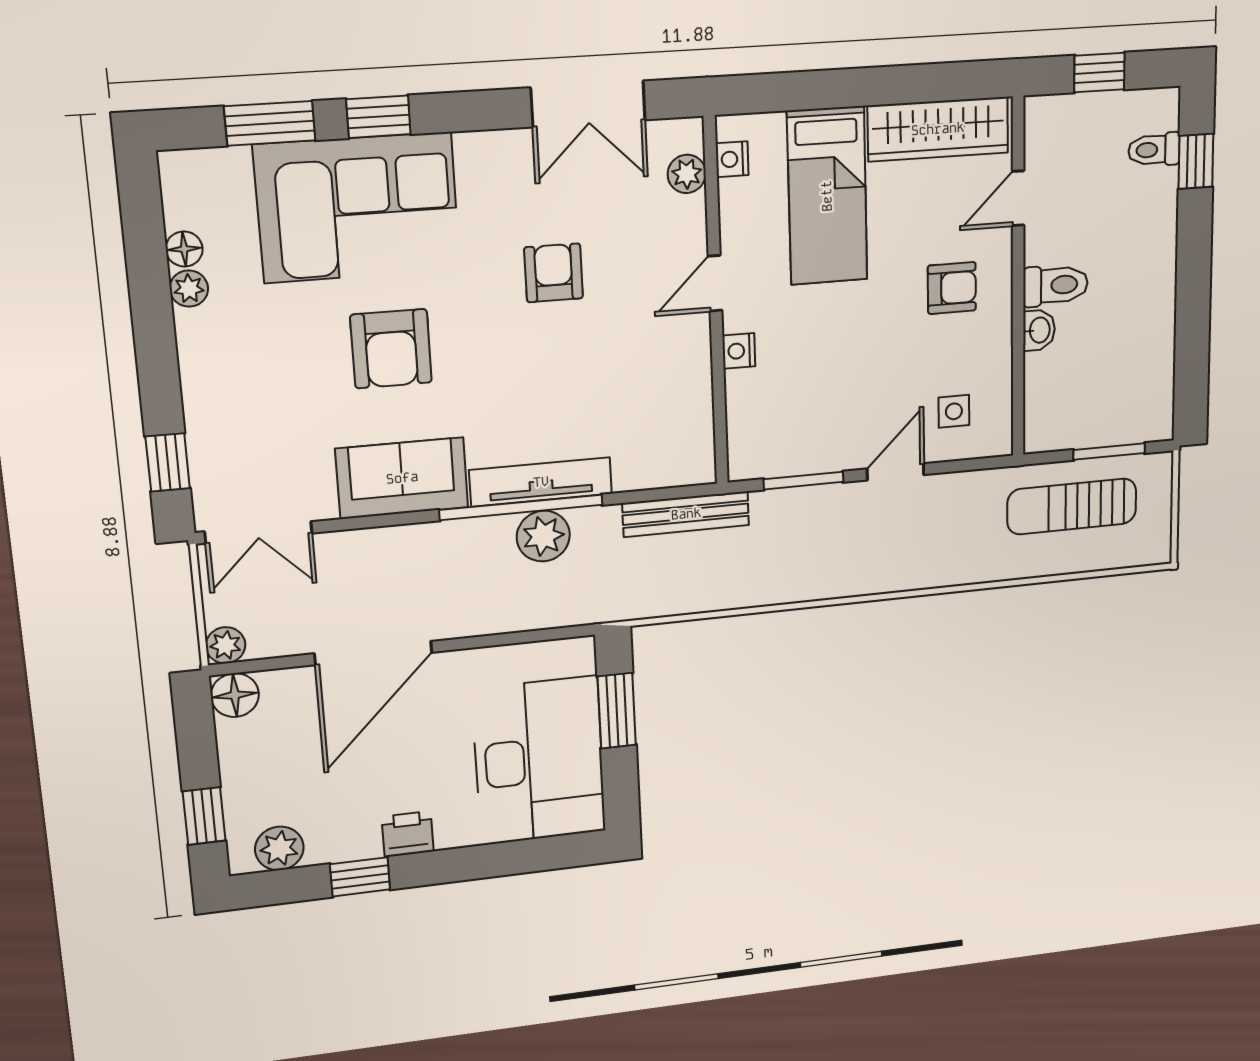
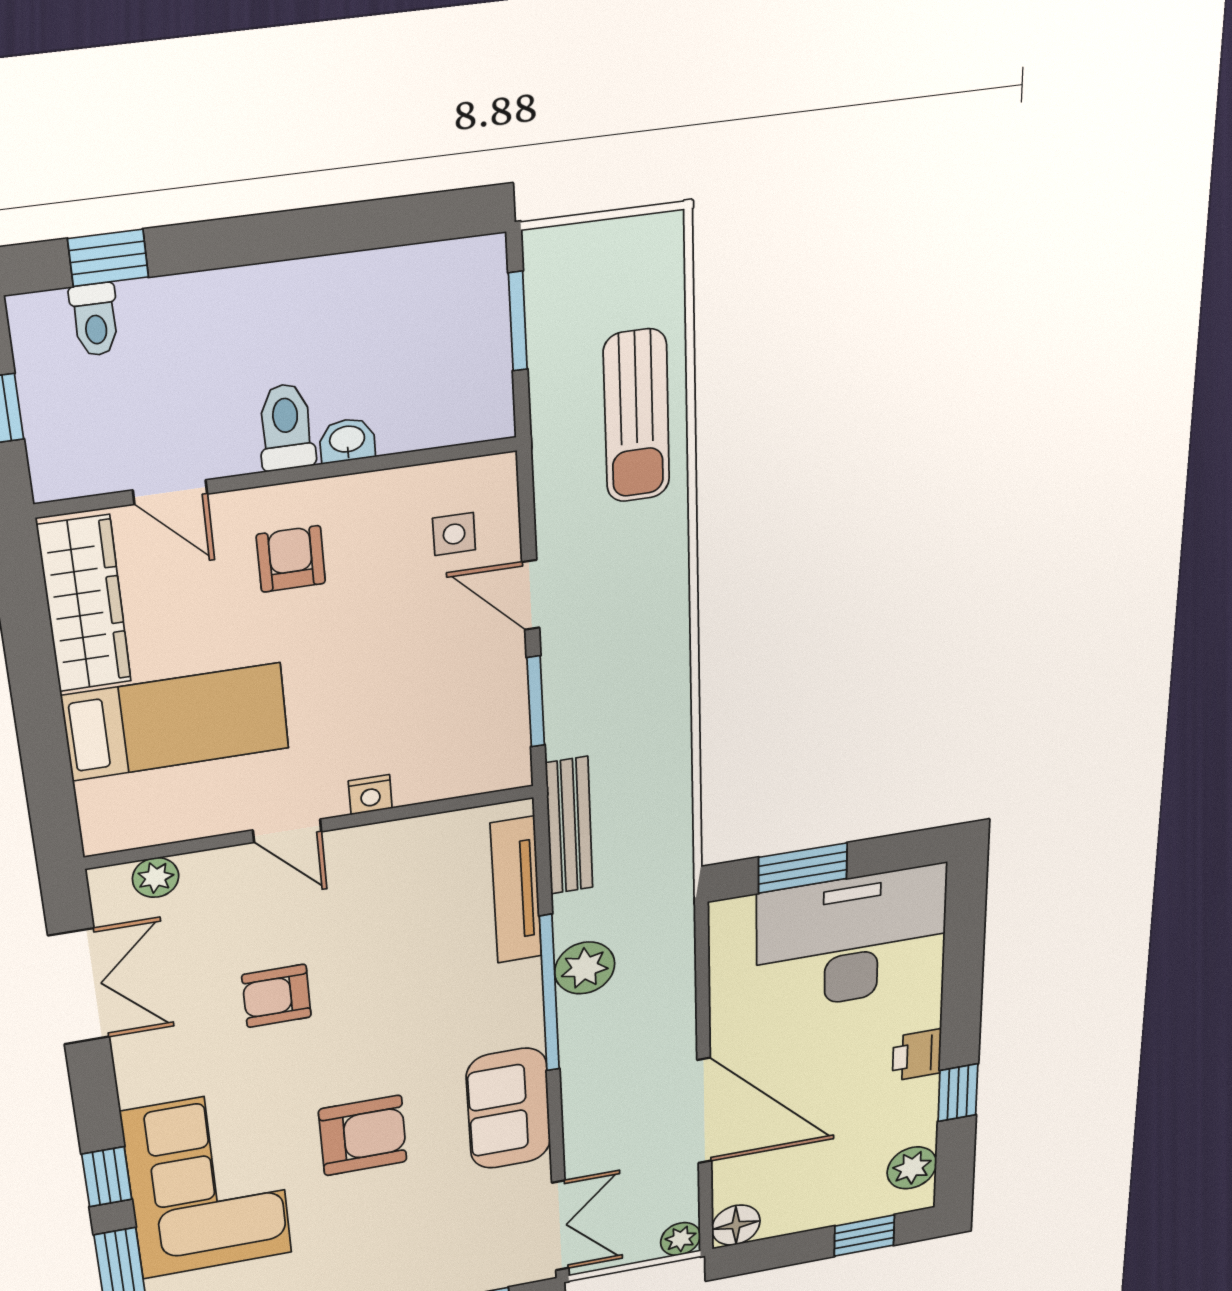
nightstand: (732, 159) -> (135, 832), removed
tv unit: (541, 482) -> (516, 890), moved
sun lounger: (1072, 506) -> (637, 416), moved

